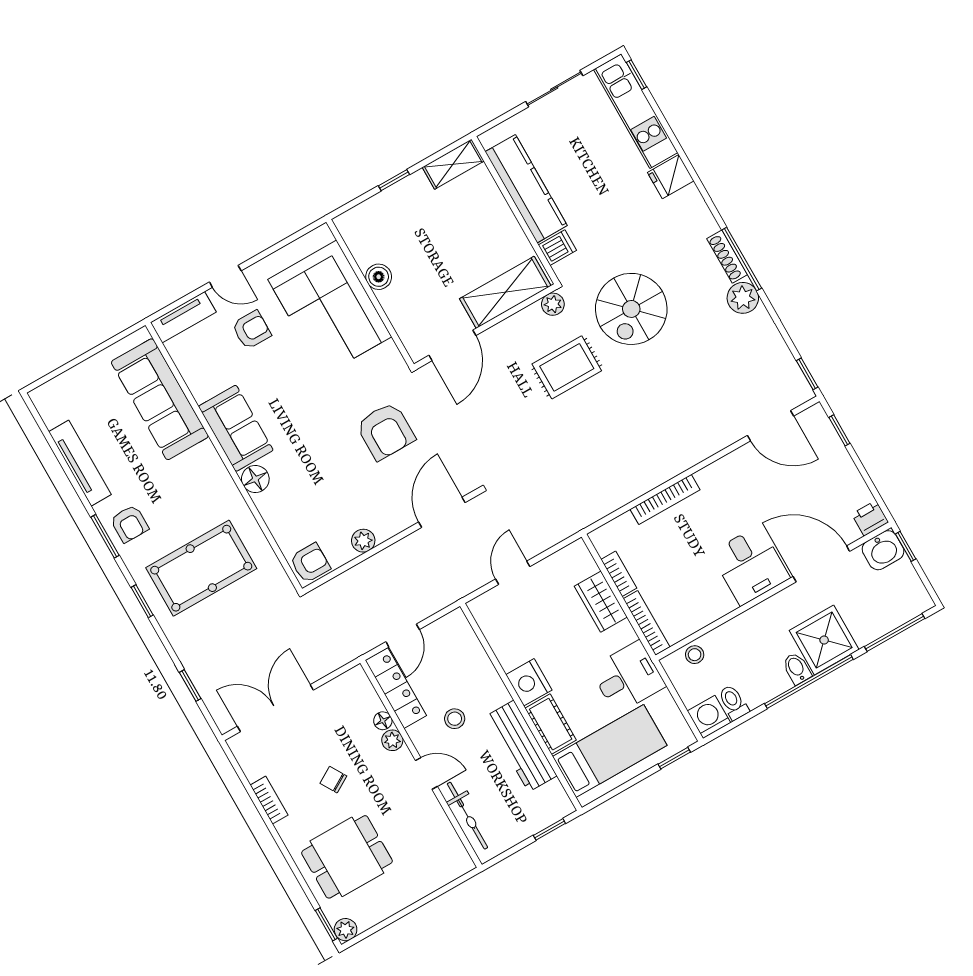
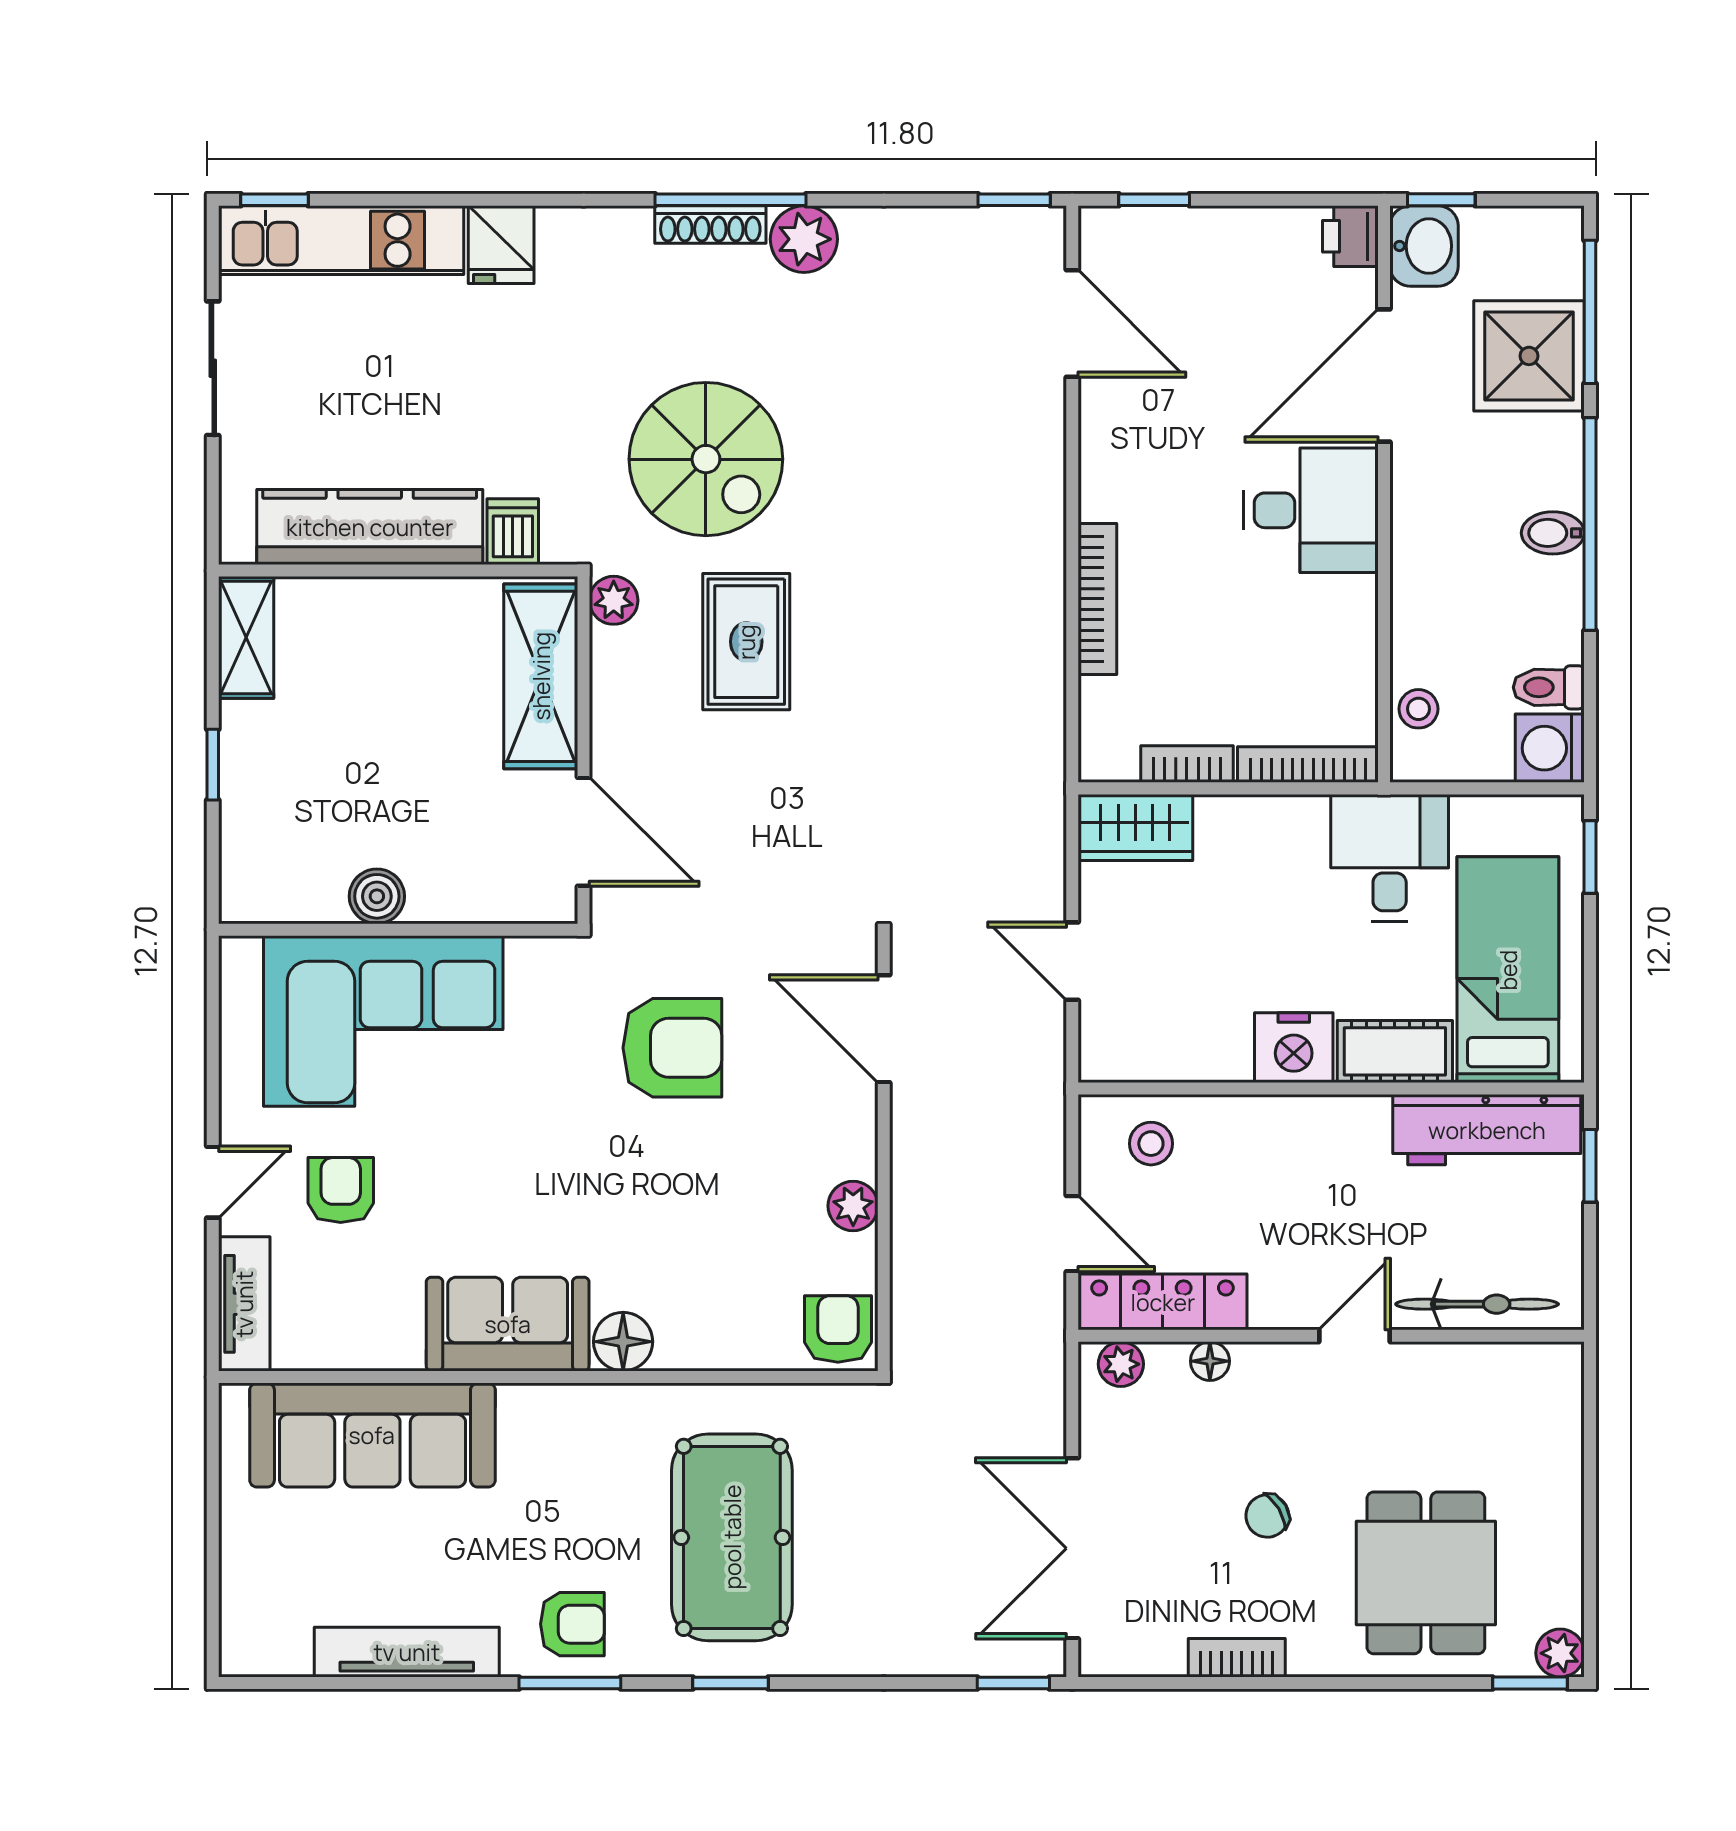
door: (771, 426) -> (1072, 323), hinge flipped
wardrobe: (601, 602) -> (1135, 827), moved
shower: (824, 640) -> (1529, 356), moved
window: (190, 685) -> (1013, 1683), moved
stool: (455, 719) -> (1151, 1144), moved
plant: (392, 740) -> (1121, 1364), moved
workbench: (521, 746) -> (1487, 1130), moved

